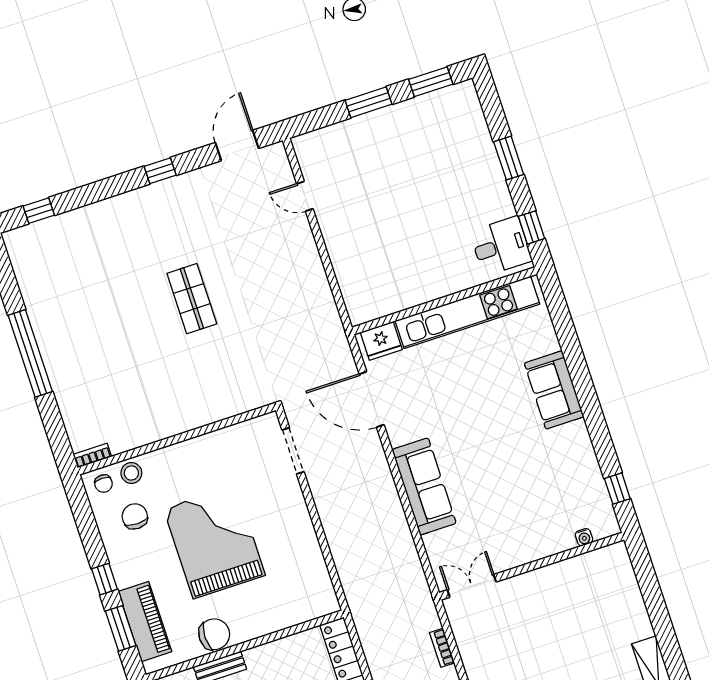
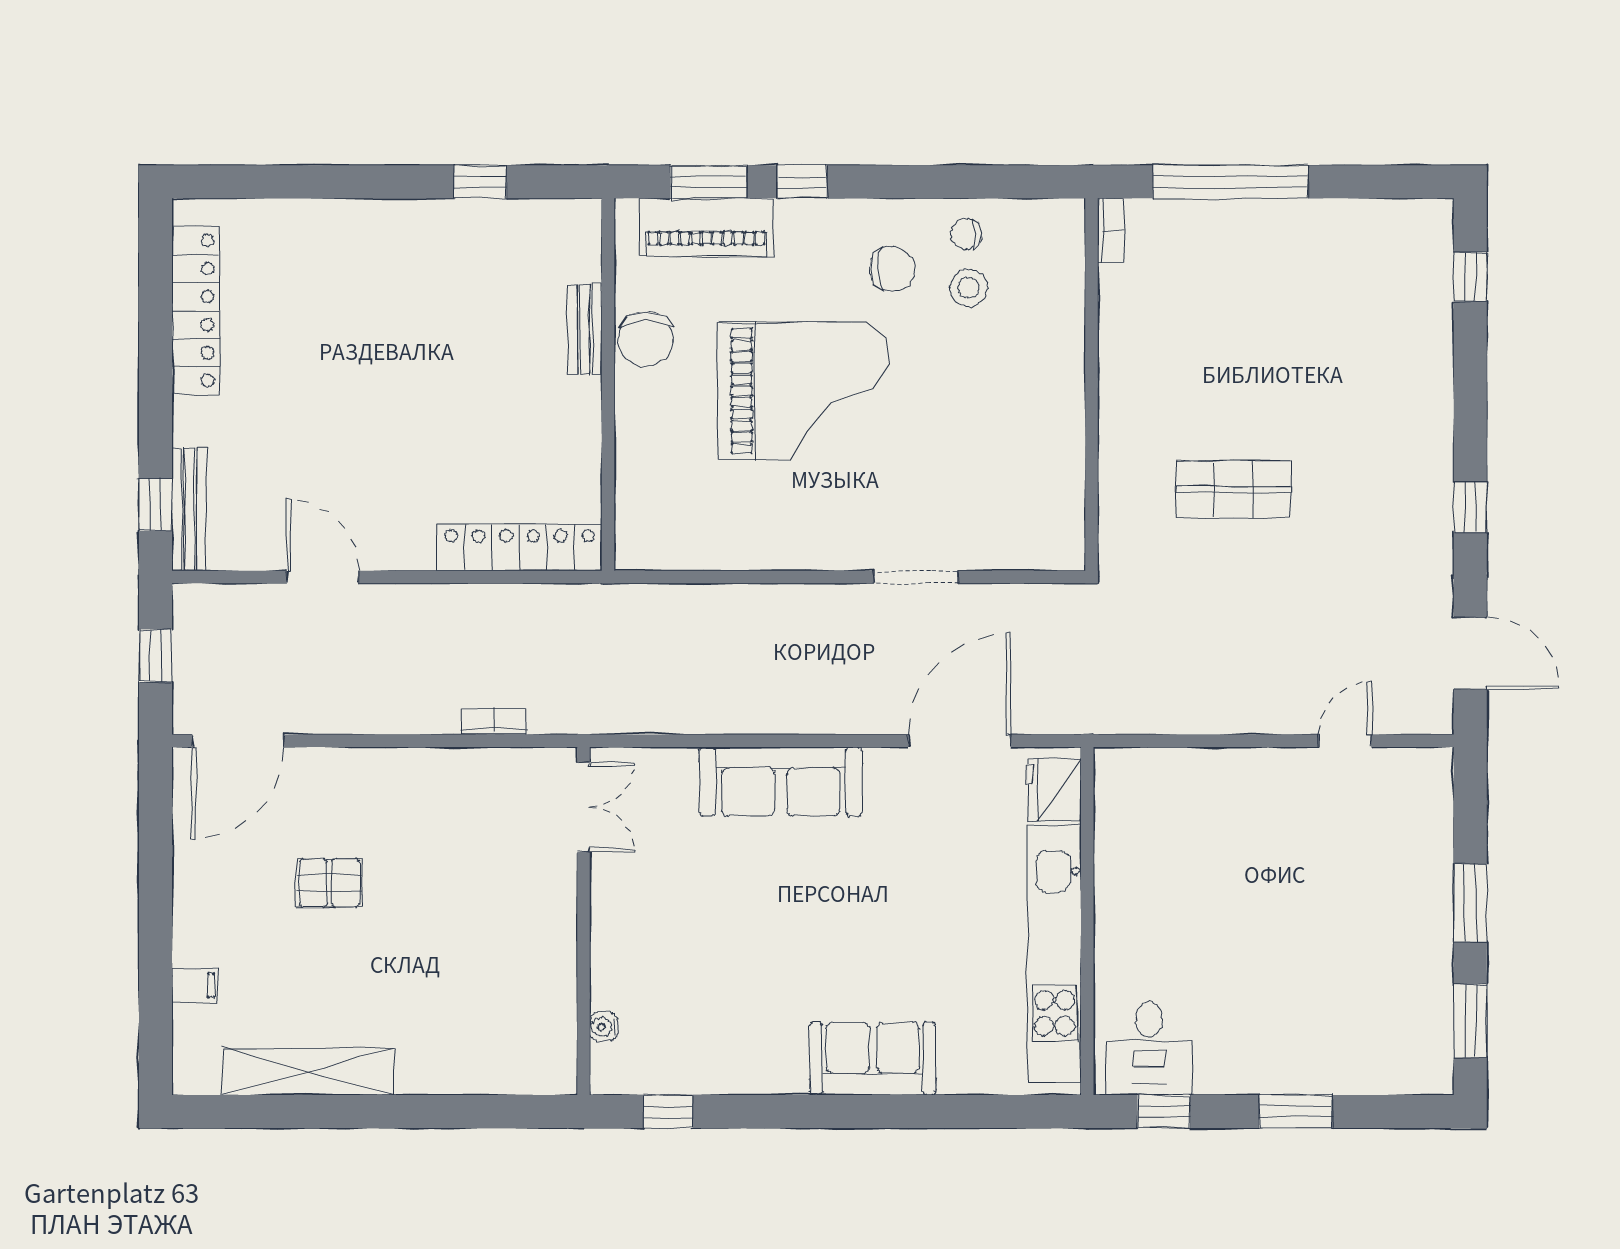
wall: (177, 439) -> (1091, 384), moved
bookcase: (92, 456) -> (1111, 231), moved

